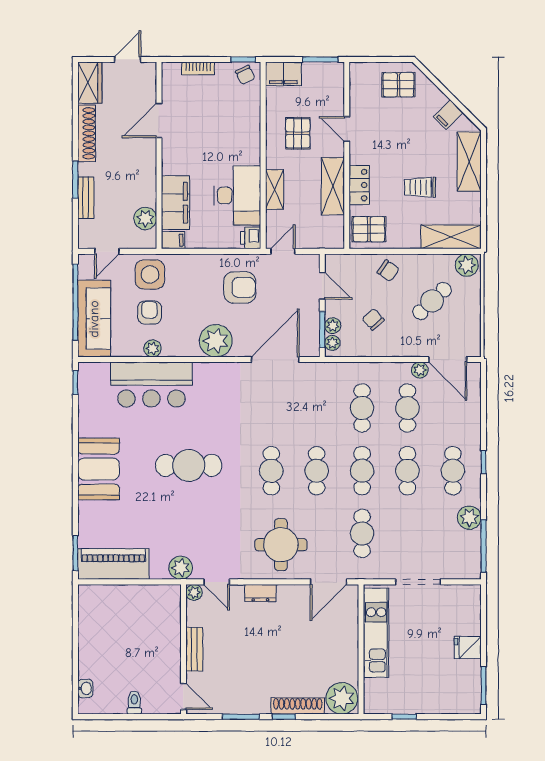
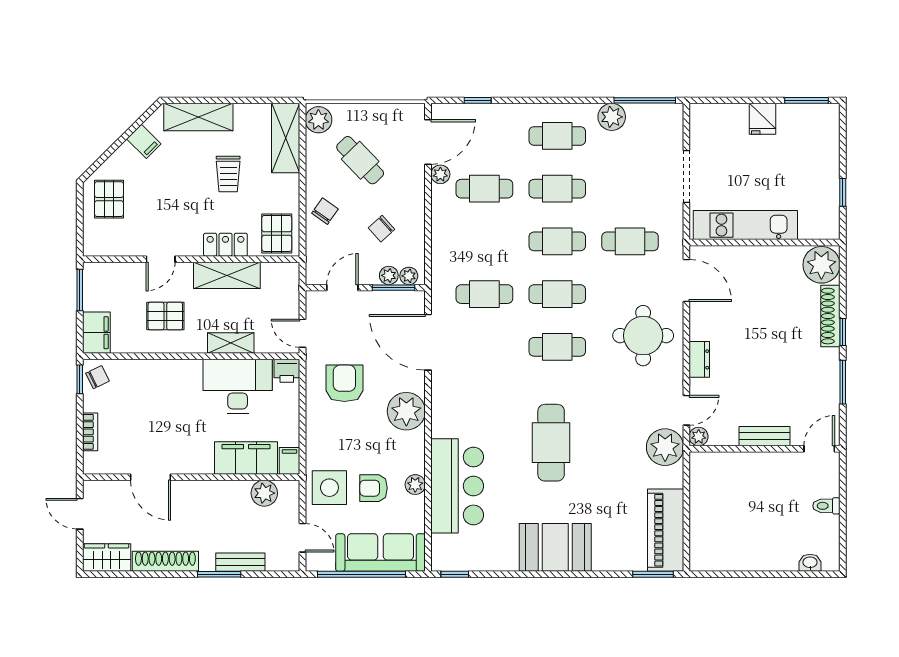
cafe table: (362, 408) -> (484, 294), moved
window: (483, 462) -> (478, 100), moved
plant: (181, 568) -> (665, 447), width x1.36, depth x1.36

